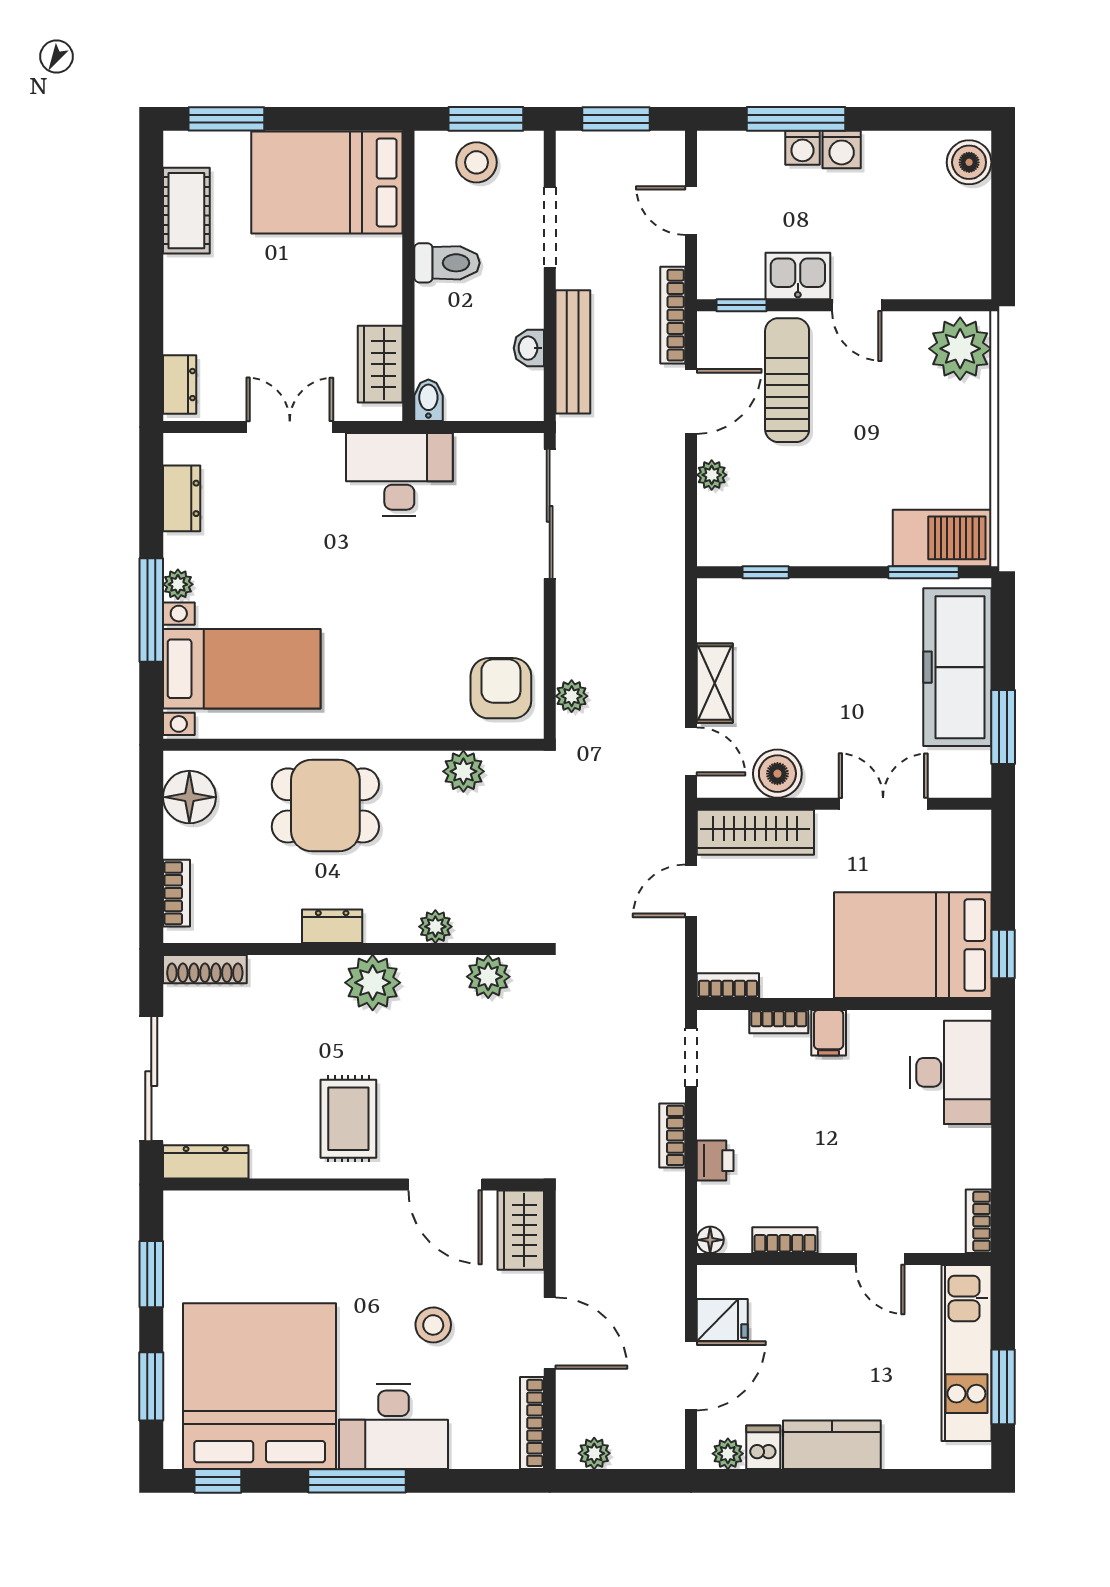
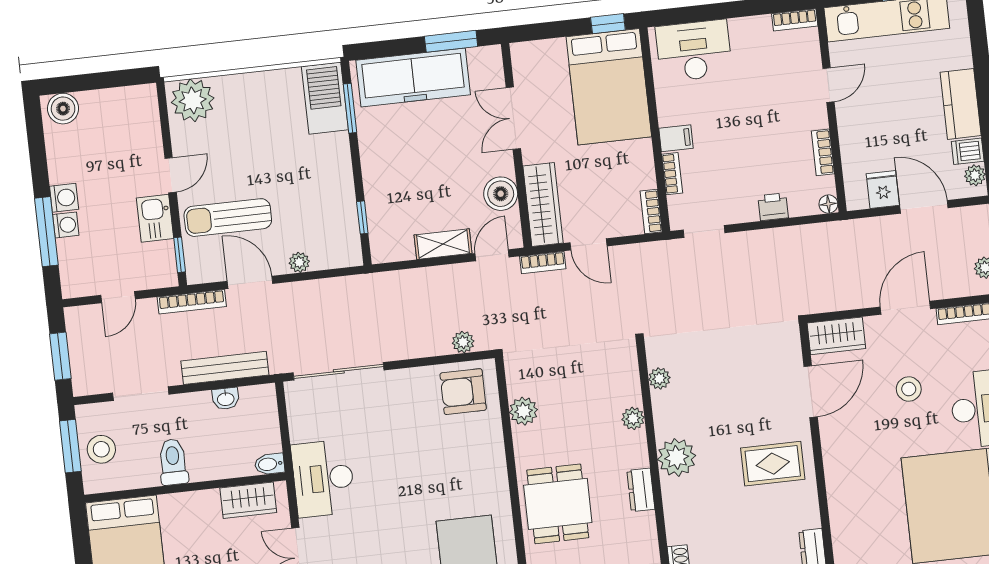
plant: (488, 977) -> (659, 378), width x0.73, depth x0.73
bookcase: (672, 1135) -> (543, 263), moved

